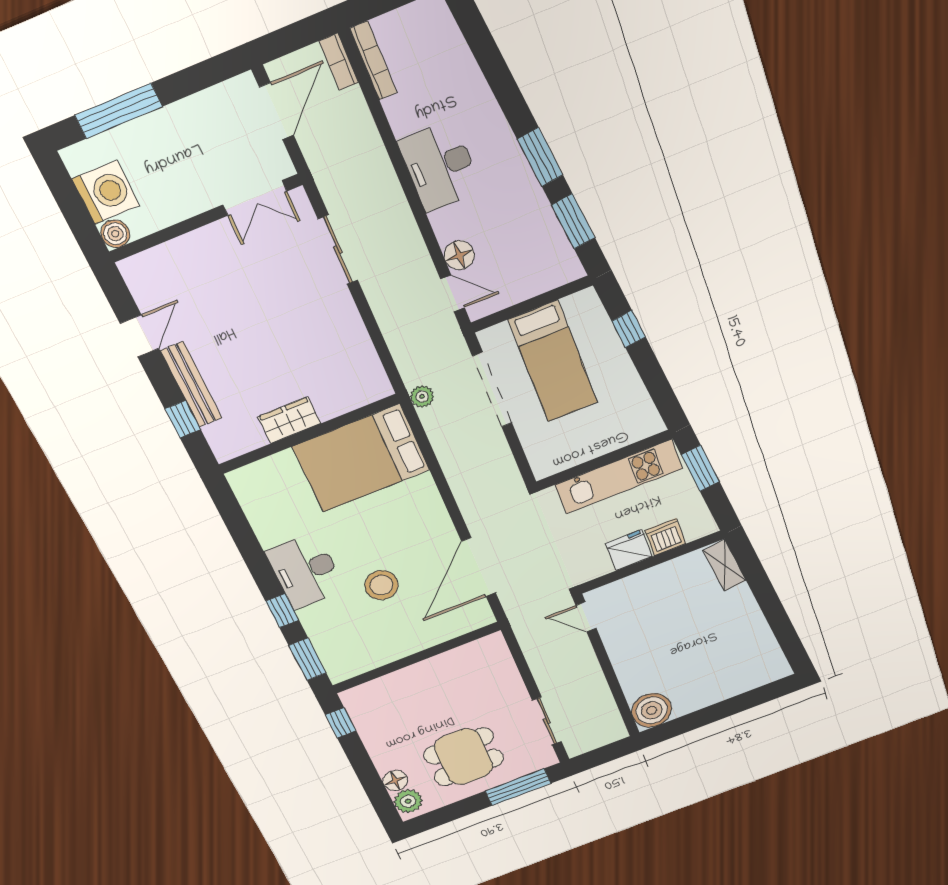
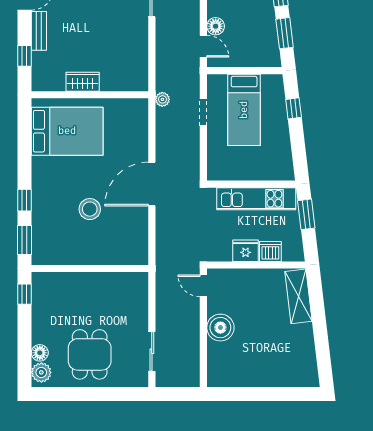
bench: (191, 385) -> (39, 31), width x0.73
doorway: (492, 390) -> (203, 112), width x0.53
bed: (361, 458) -> (67, 131), moved, turned 180
shelving: (725, 565) -> (298, 296), width x1.50, depth x1.33
door: (479, 567) -> (152, 184), moved
desk: (305, 571) -> (50, 180), removed
boiler: (652, 710) -> (220, 328), moved
dining table: (464, 757) -> (90, 354), turned 90
window: (518, 787) -> (115, 394), removed

